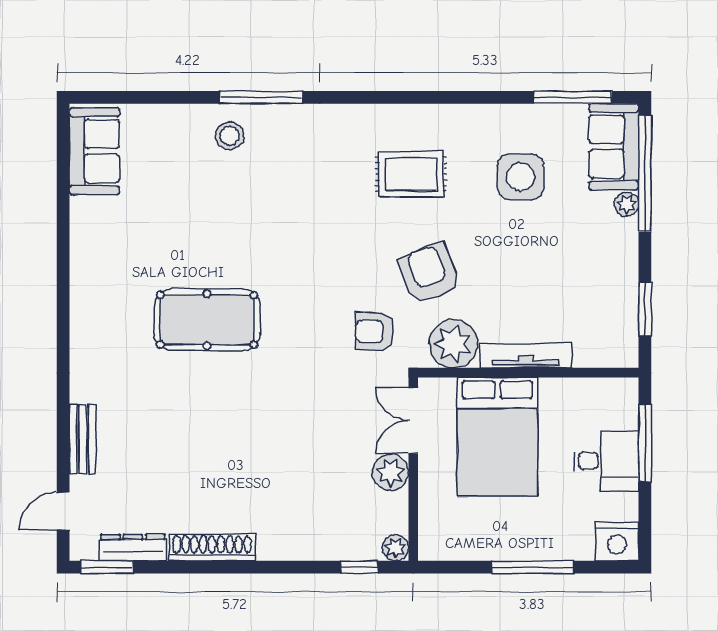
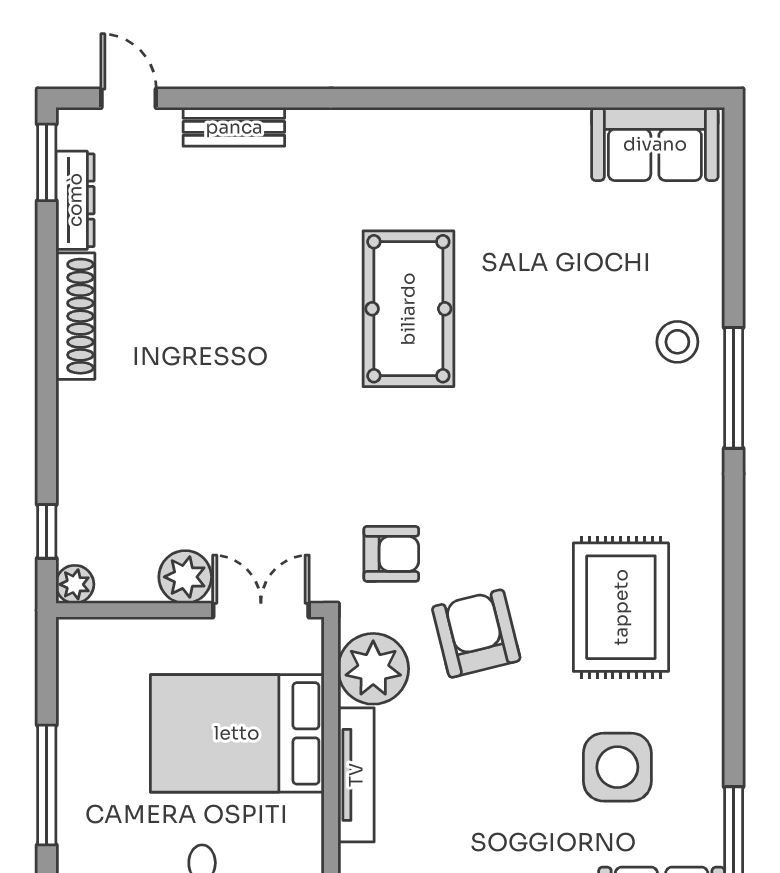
rug: (411, 174) -> (621, 607), width x1.36, depth x1.43
armchair: (429, 273) -> (476, 634), turned -82
armchair: (375, 331) -> (391, 554), turned 90

